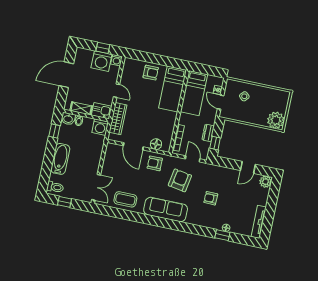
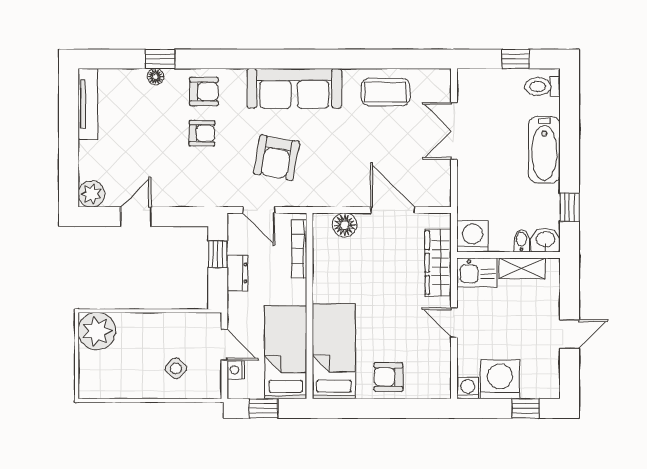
window: (103, 48) -> (526, 408), moved
window: (209, 70) -> (264, 408), added
door: (66, 75) -> (569, 334), width x0.53
armchair: (155, 163) -> (204, 92), moved
double door: (96, 187) -> (454, 131), moved

